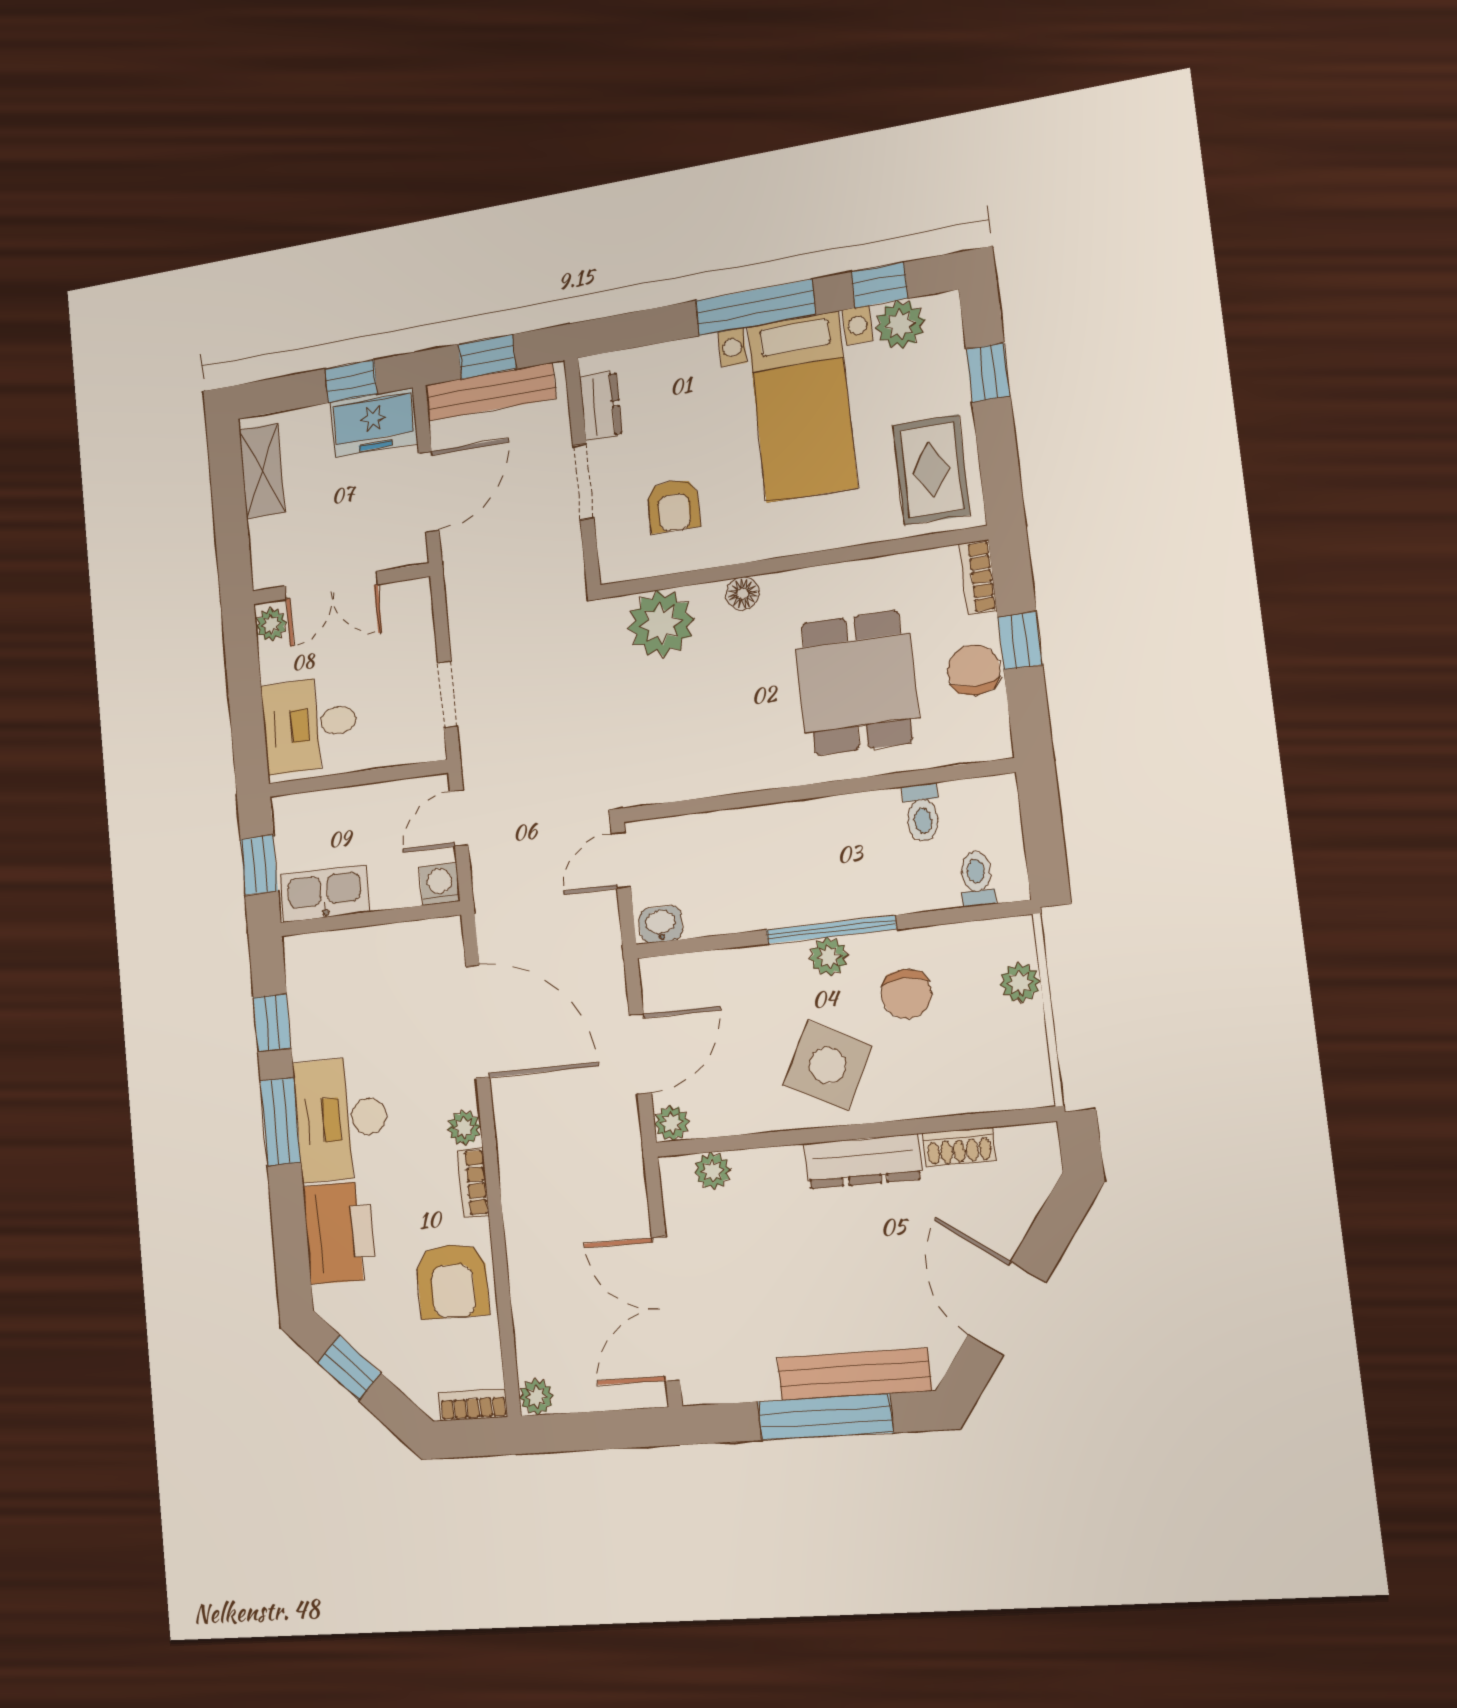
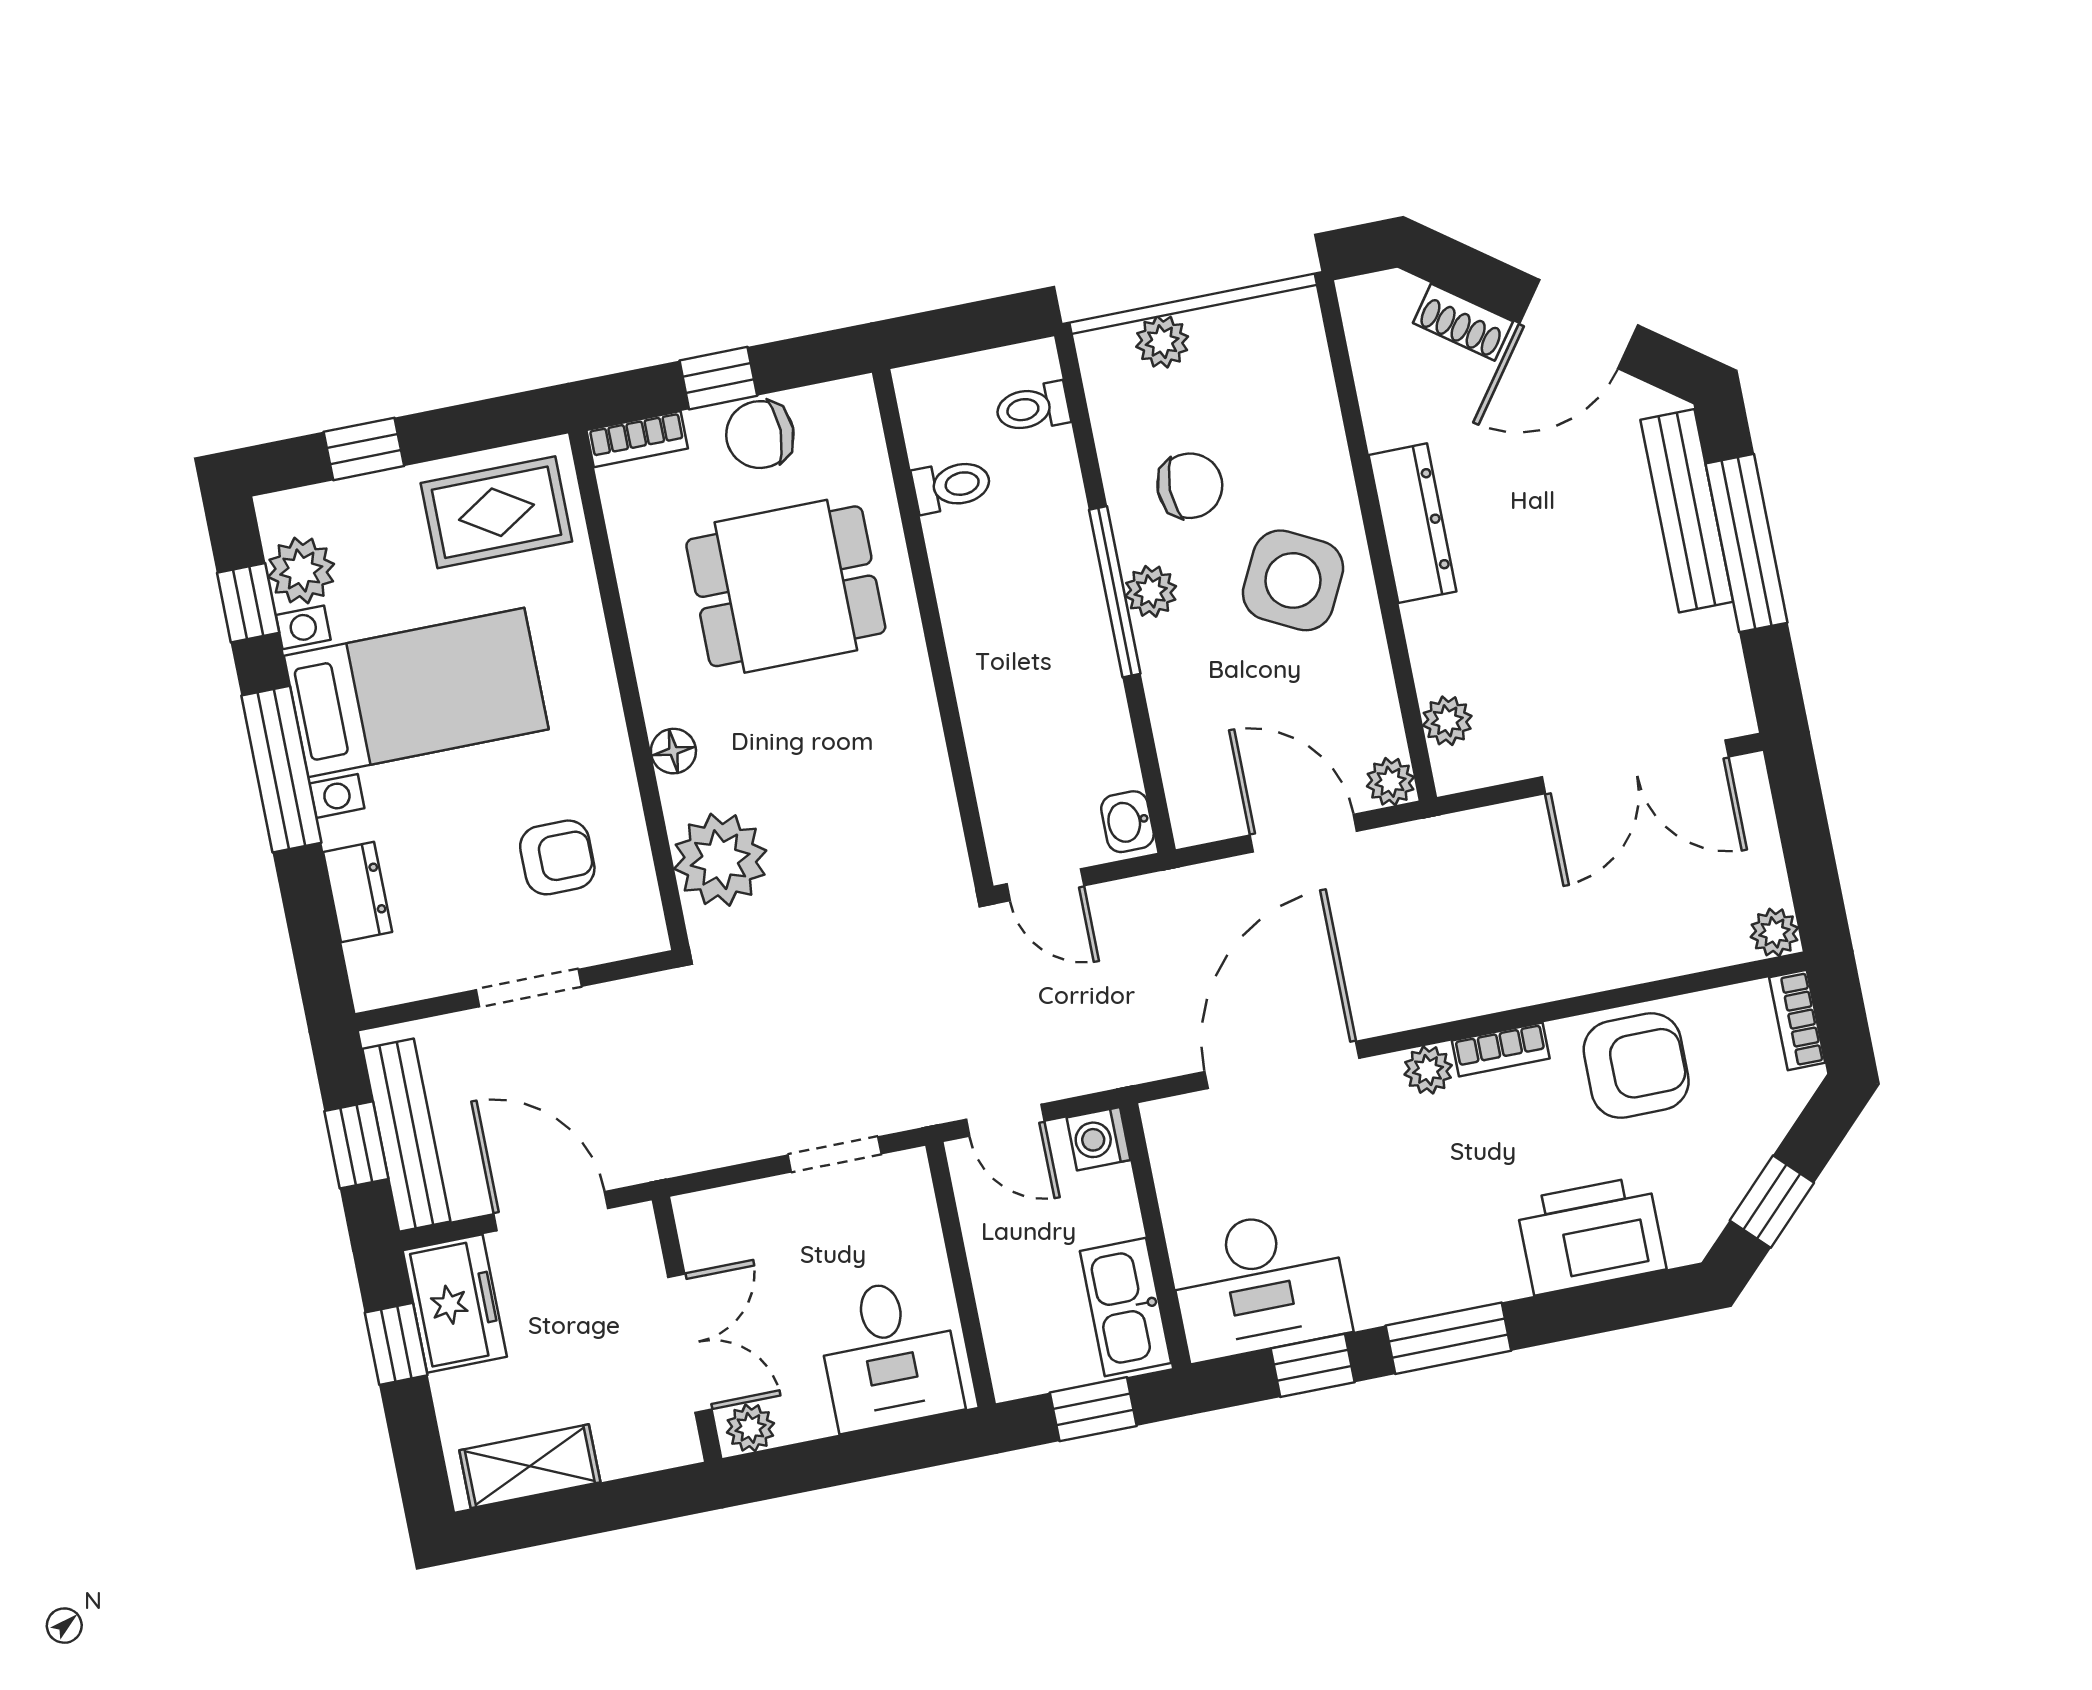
dresser: (601, 406) -> (358, 892), moved, turned 90
desk: (341, 1119) -> (1259, 1284), moved
shoe rack: (959, 1147) -> (1463, 322), moved, turned 126

